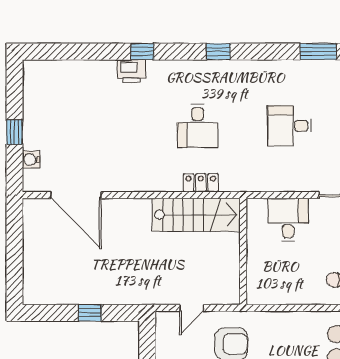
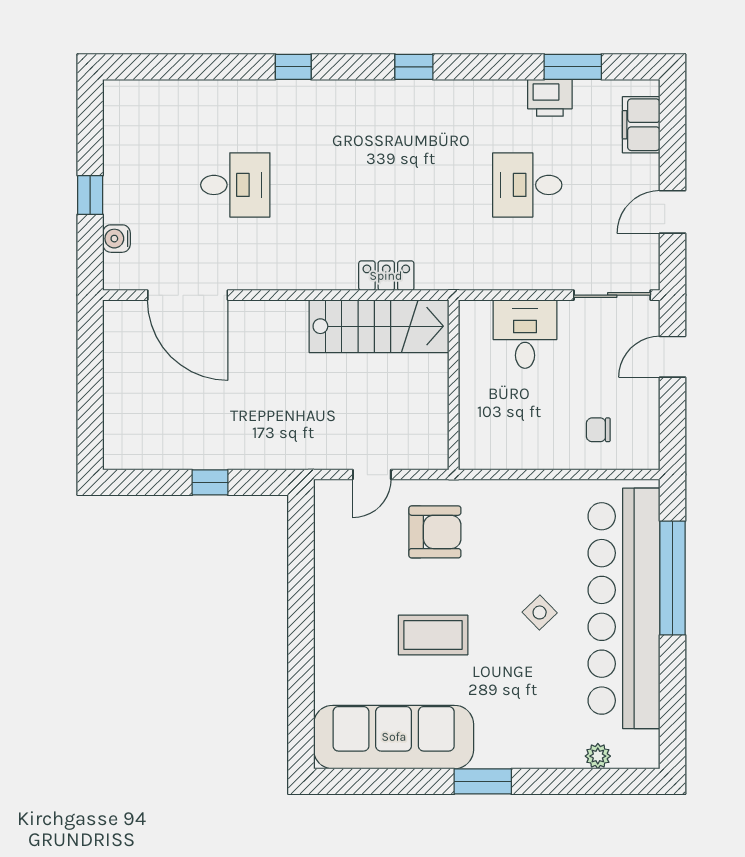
printer: (131, 71) -> (550, 98), moved
desk: (198, 126) -> (235, 185), moved, turned -90

